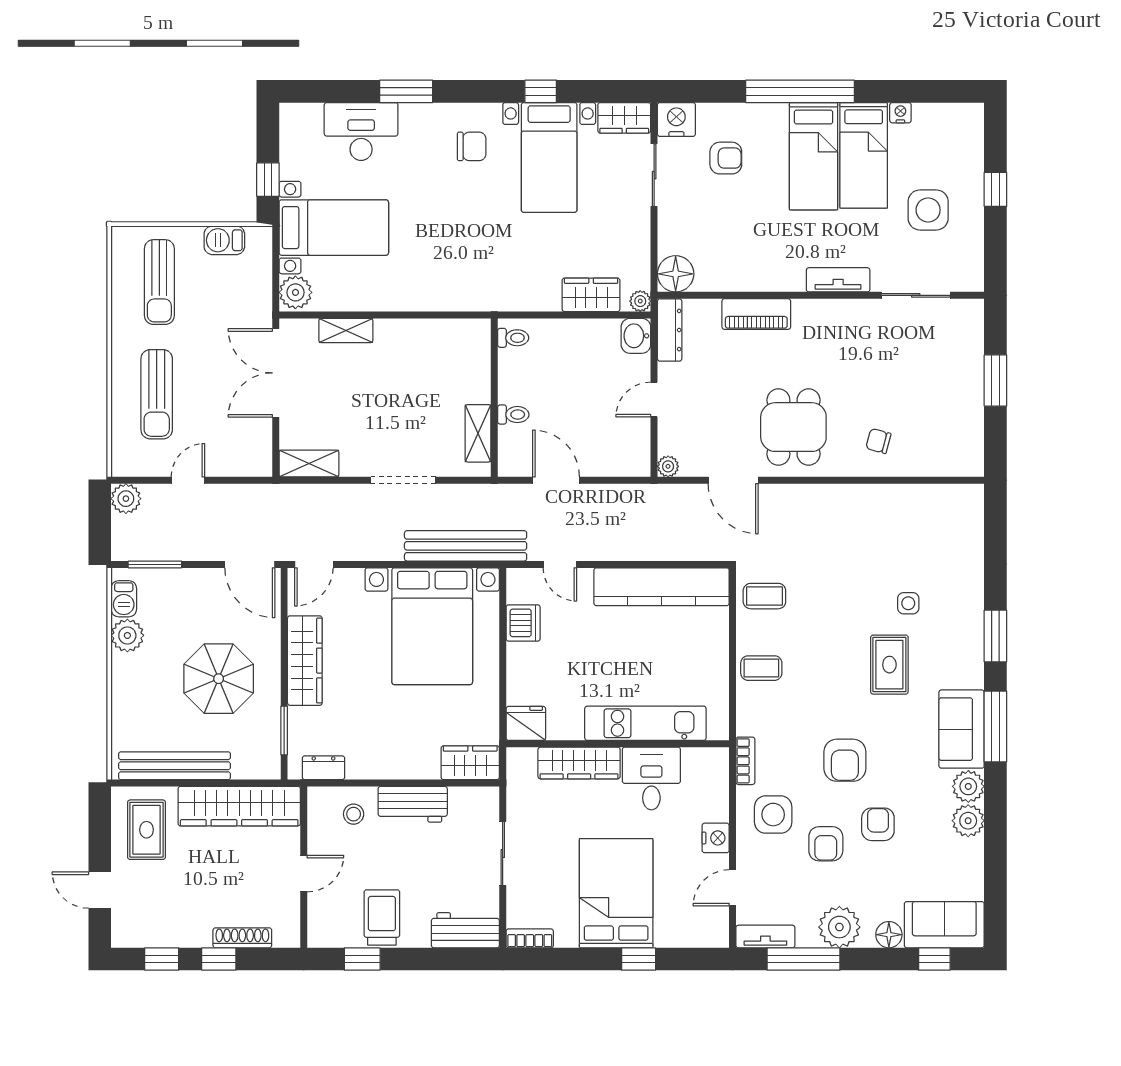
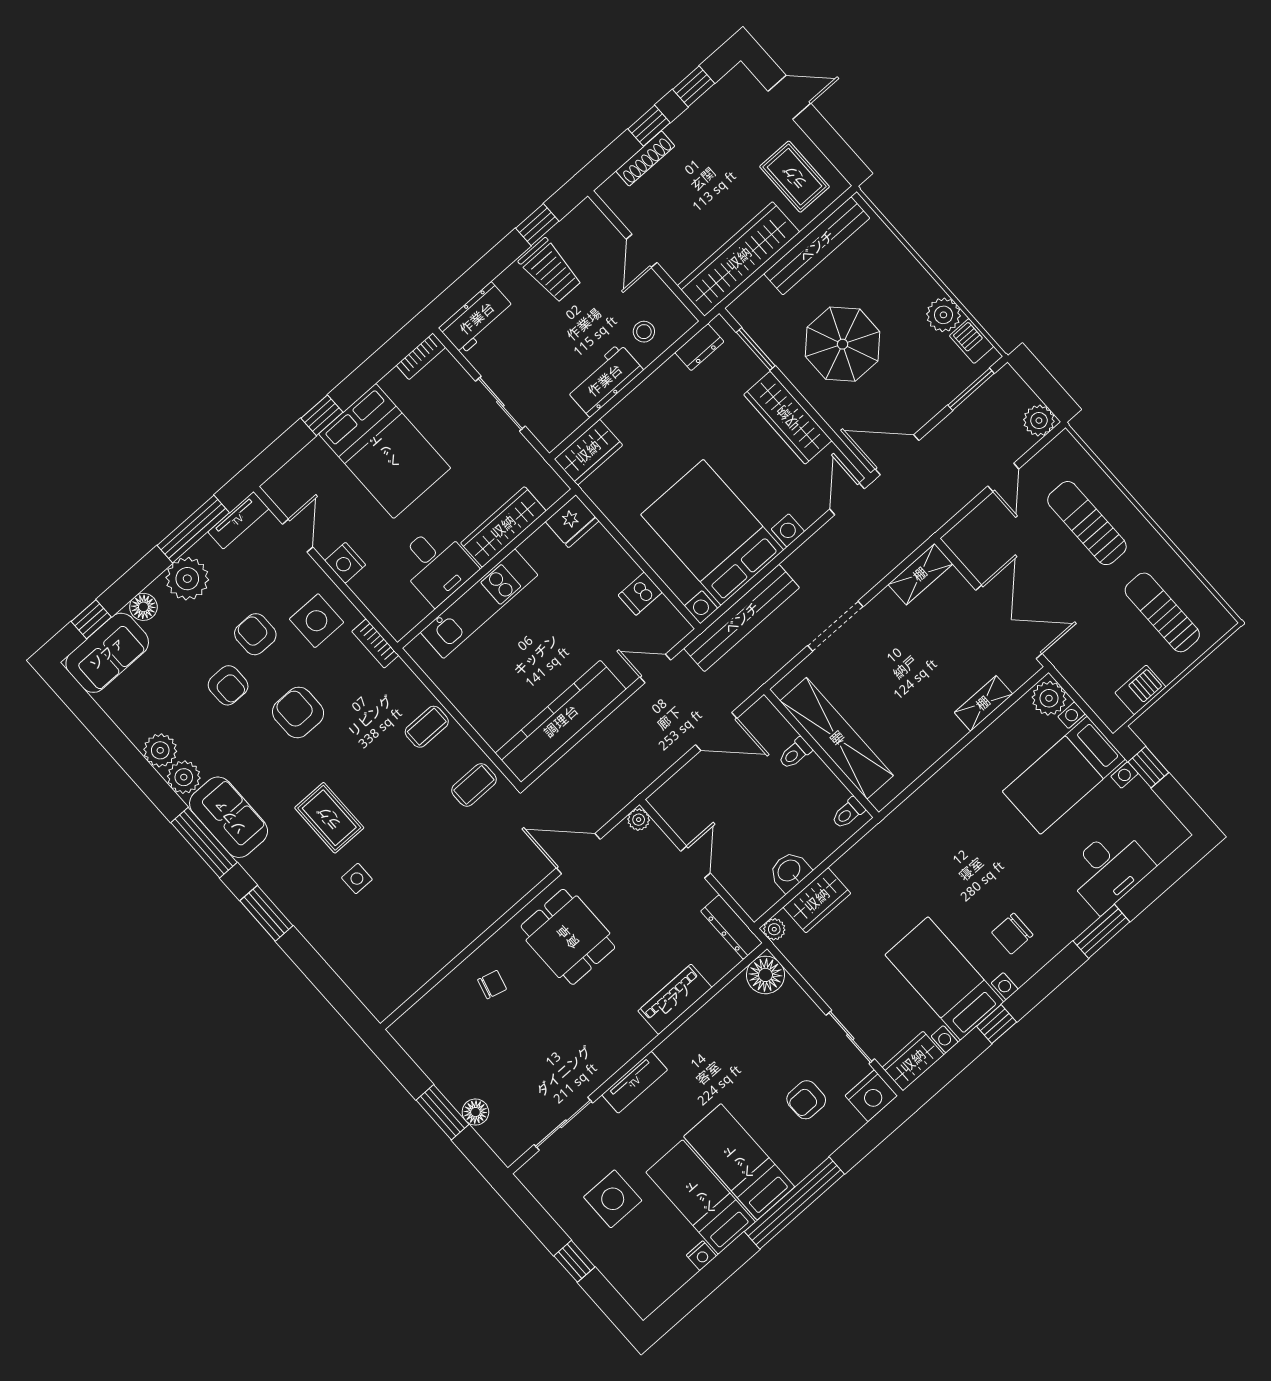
washbasin: (636, 336) -> (790, 871), moved, turned -90
floor lamp: (972, 360) -> (475, 1112), added
shelving: (478, 433) -> (837, 738), width x2.20, depth x1.33
dishwasher: (523, 623) -> (640, 594), width x0.73

